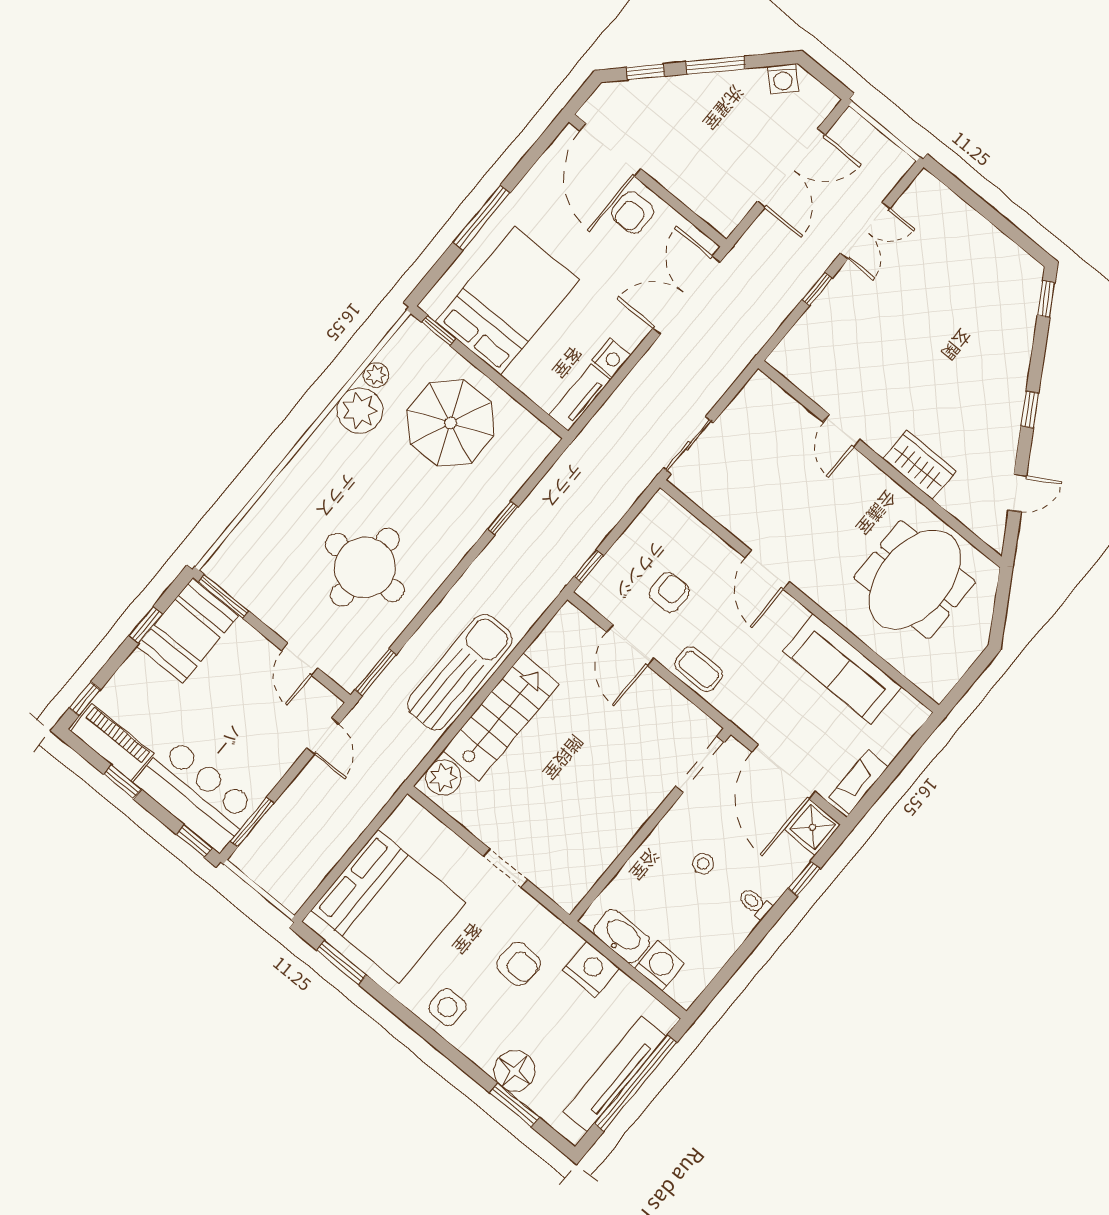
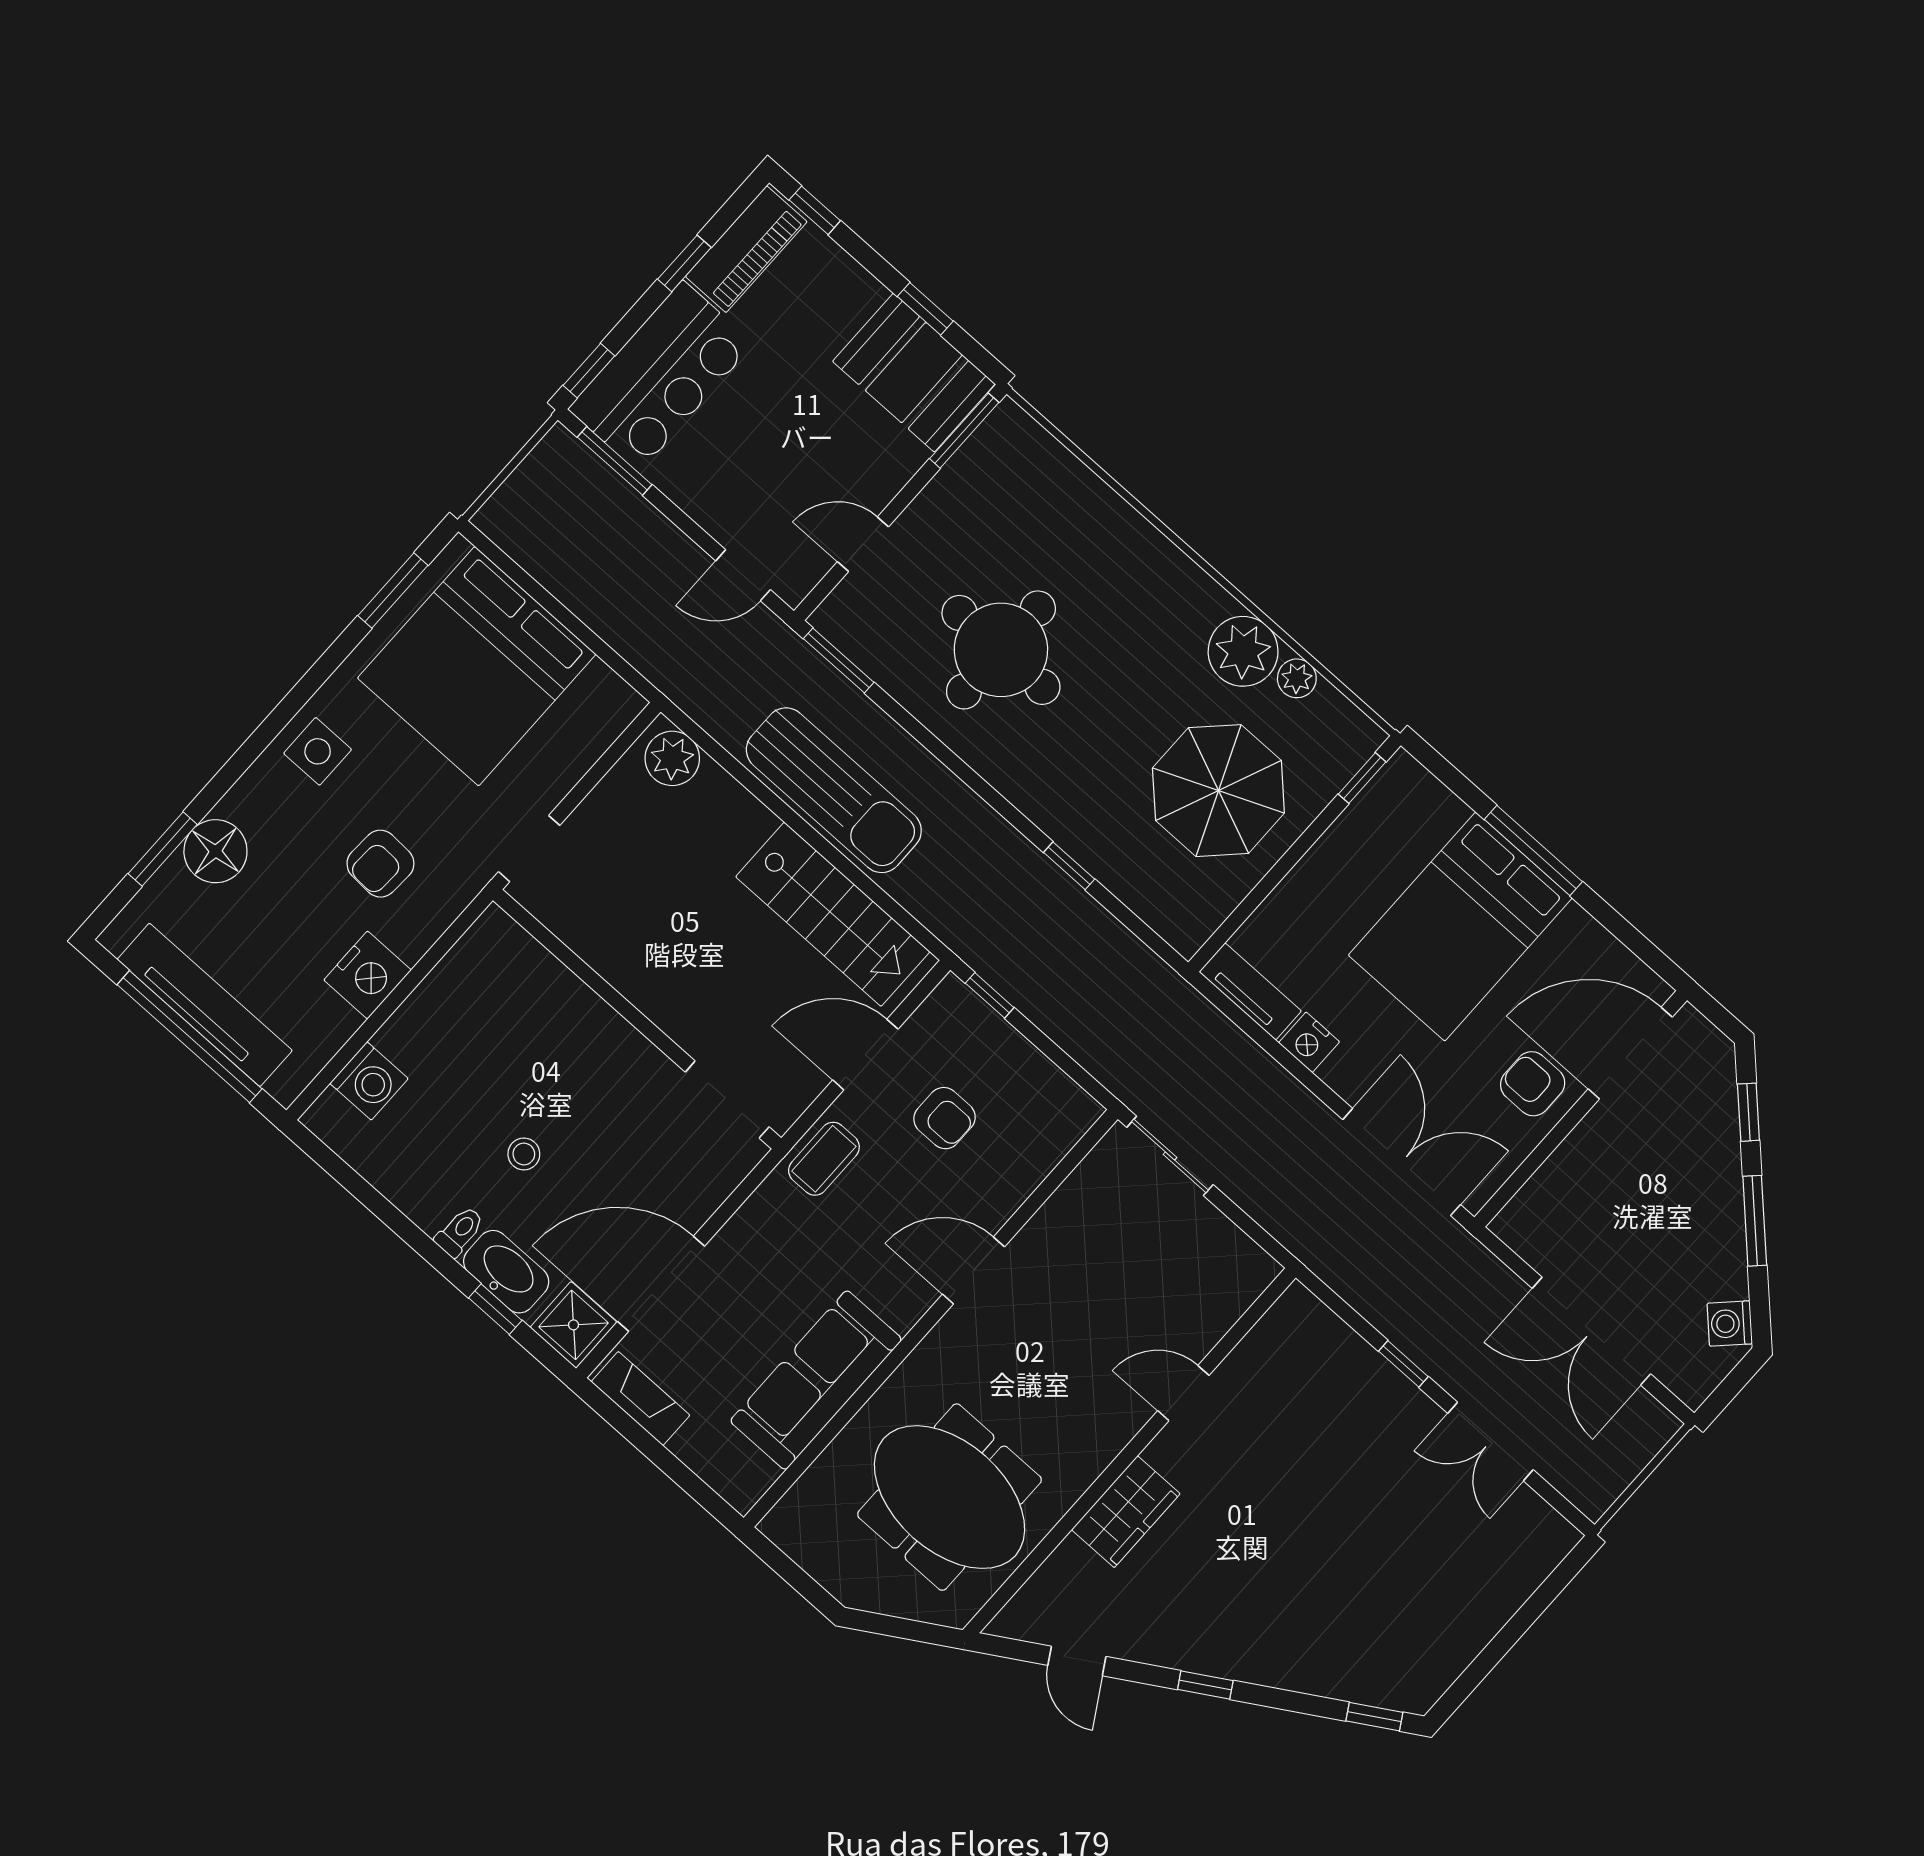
bed: (508, 301) -> (1460, 927), moved, turned 90
stairs: (501, 717) -> (833, 914), moved
doorway: (700, 764) -> (727, 1099), moved
wall: (650, 825) -> (637, 1019), moved
washbasin: (622, 936) -> (506, 1272), moved, turned -90

